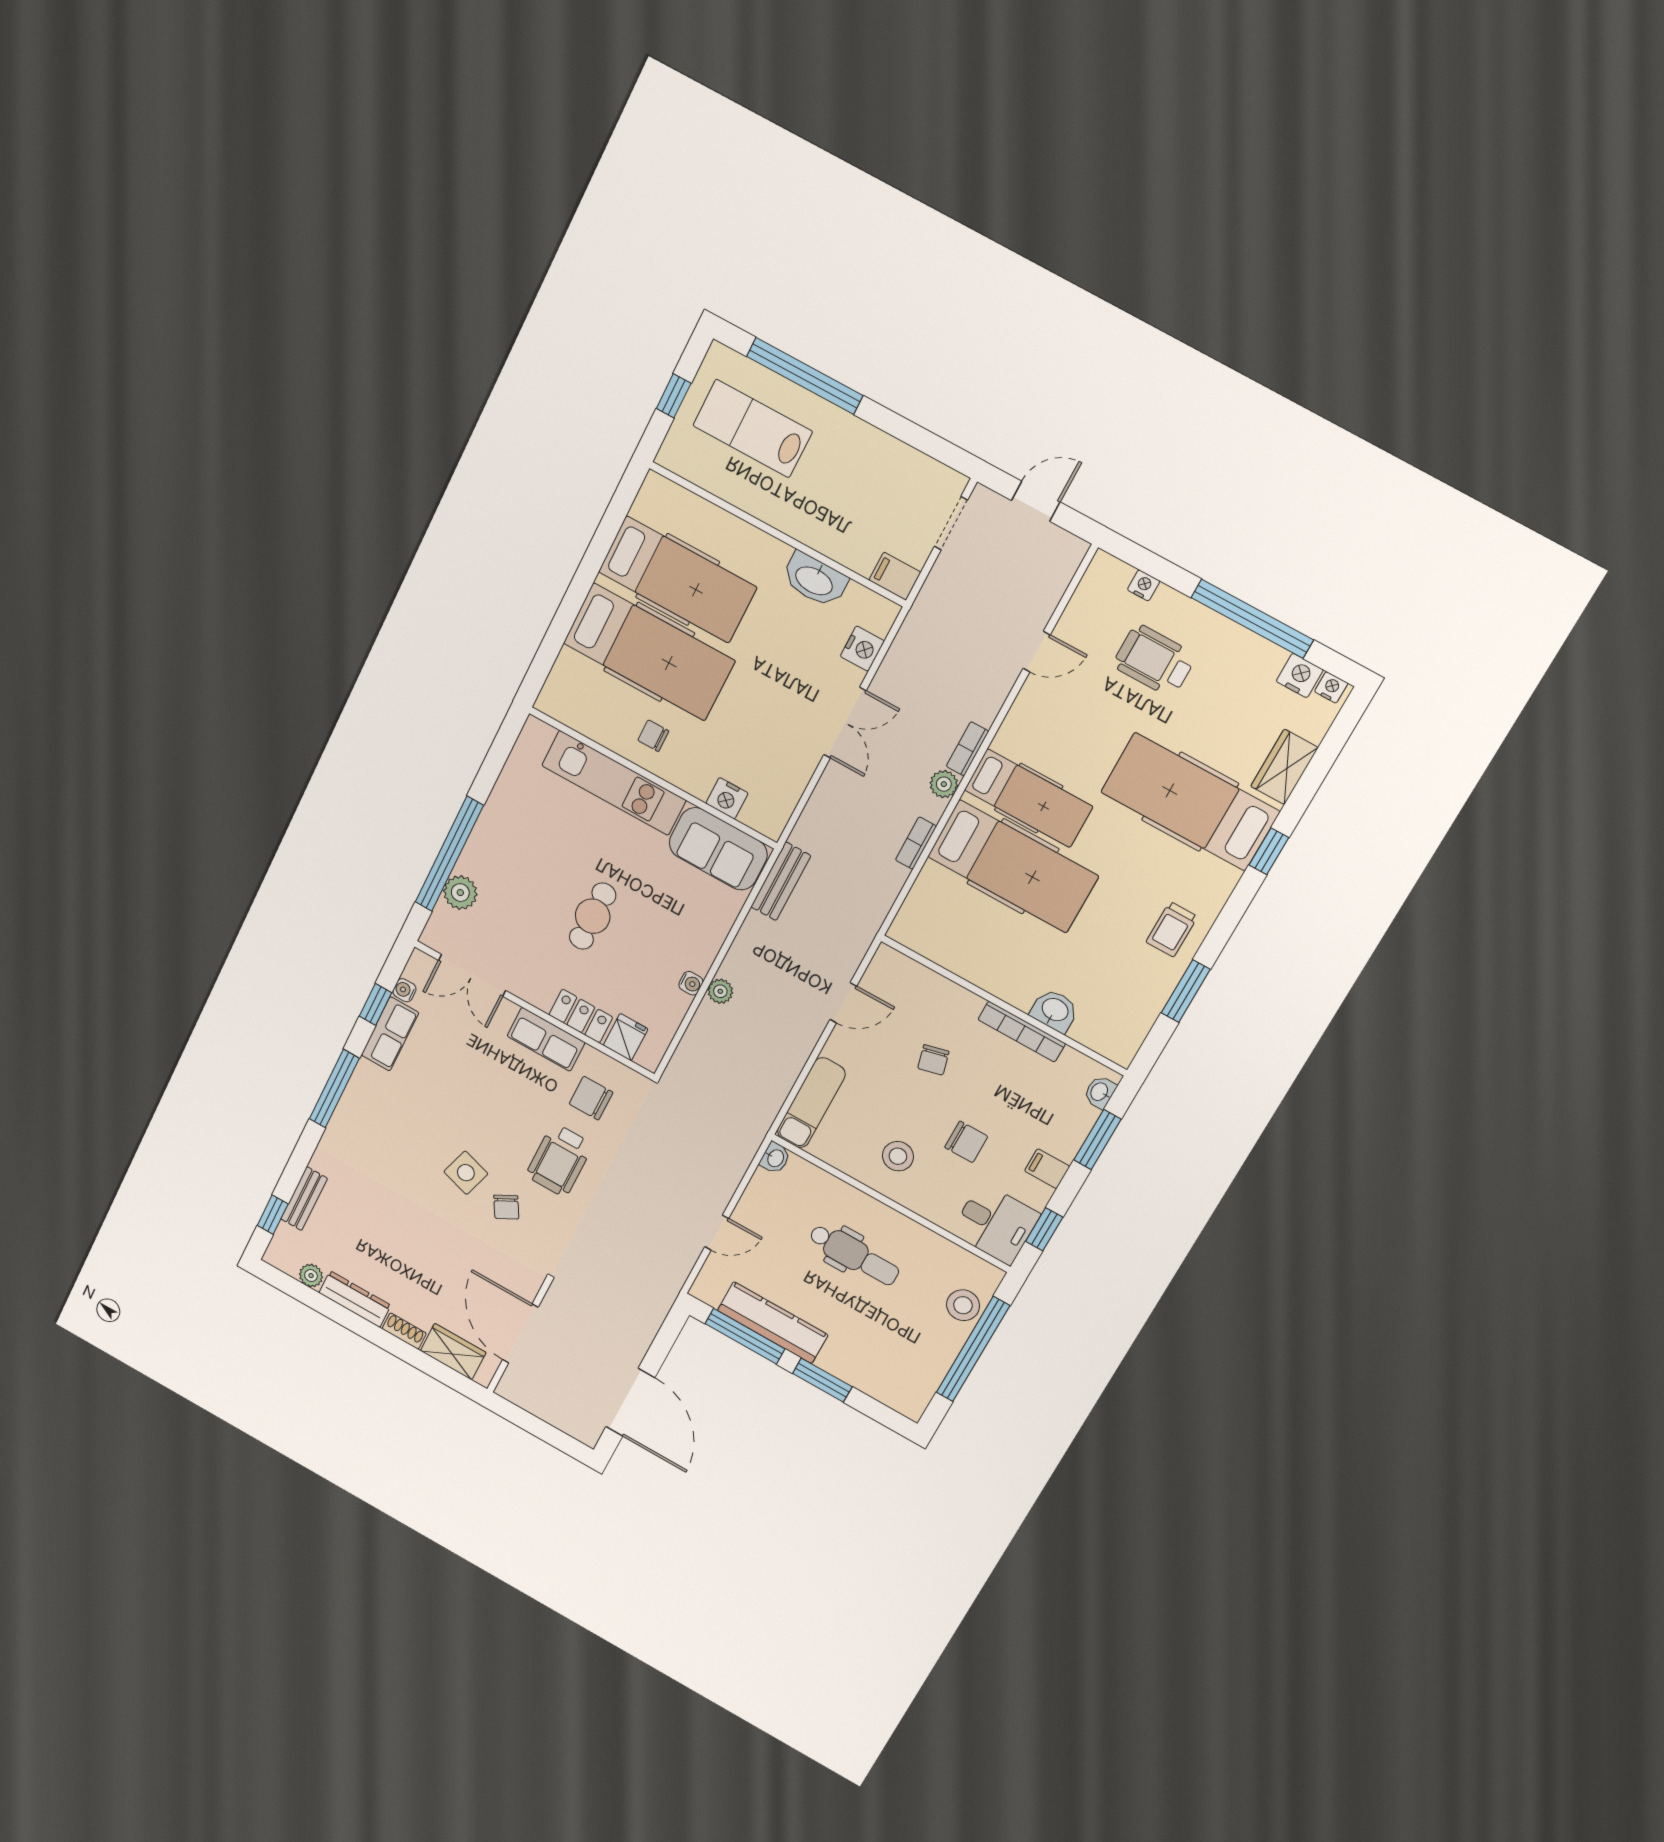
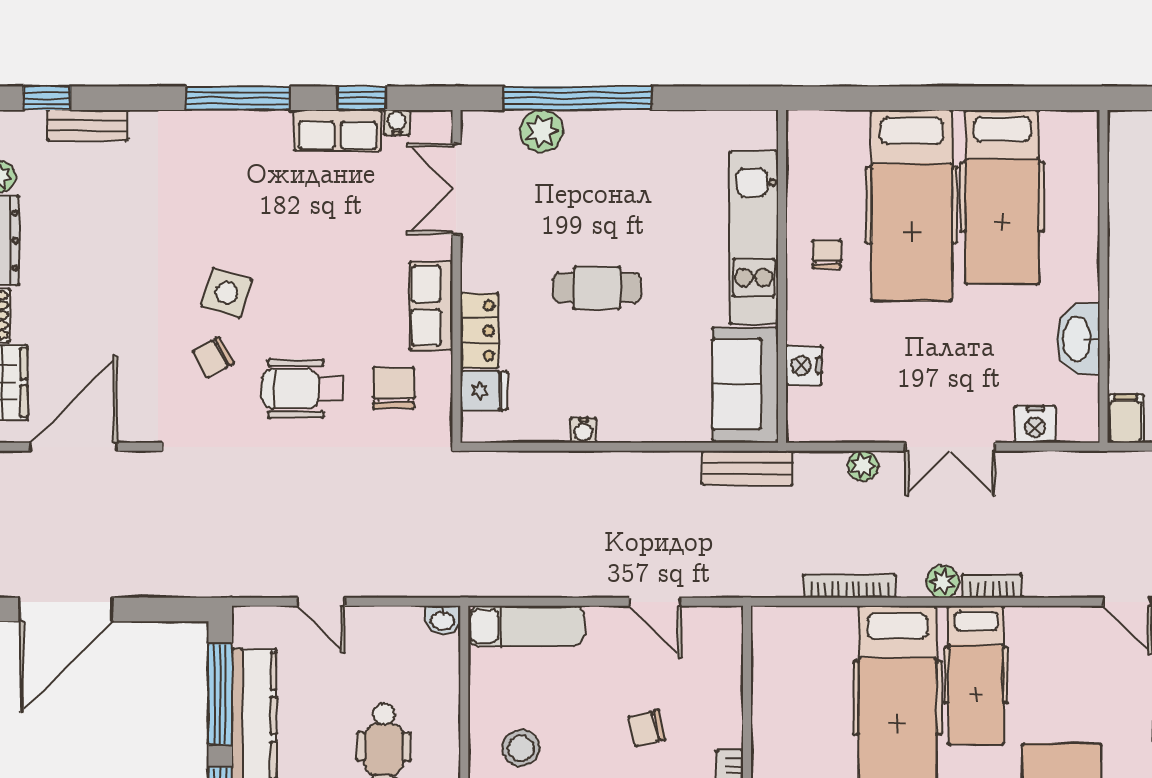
bookcase: (916, 843) -> (850, 586), width x1.56
plant: (720, 991) -> (863, 466), moved

